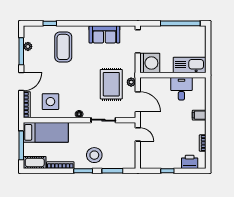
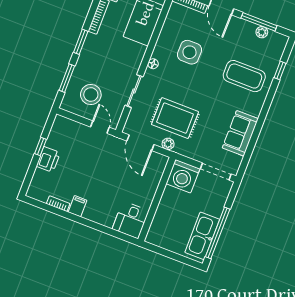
kitchen sink: (190, 65) -> (202, 236), moved, turned 180
desk: (181, 89) -> (131, 220), moved, turned 90
side table: (50, 102) -> (190, 52), moved
door: (138, 102) -> (140, 143), hinge flipped
filing cabinet: (199, 115) -> (77, 206), moved
door: (138, 134) -> (100, 127), swing flipped
stool: (94, 155) -> (91, 95), moved
printer: (190, 162) -> (48, 159), moved

